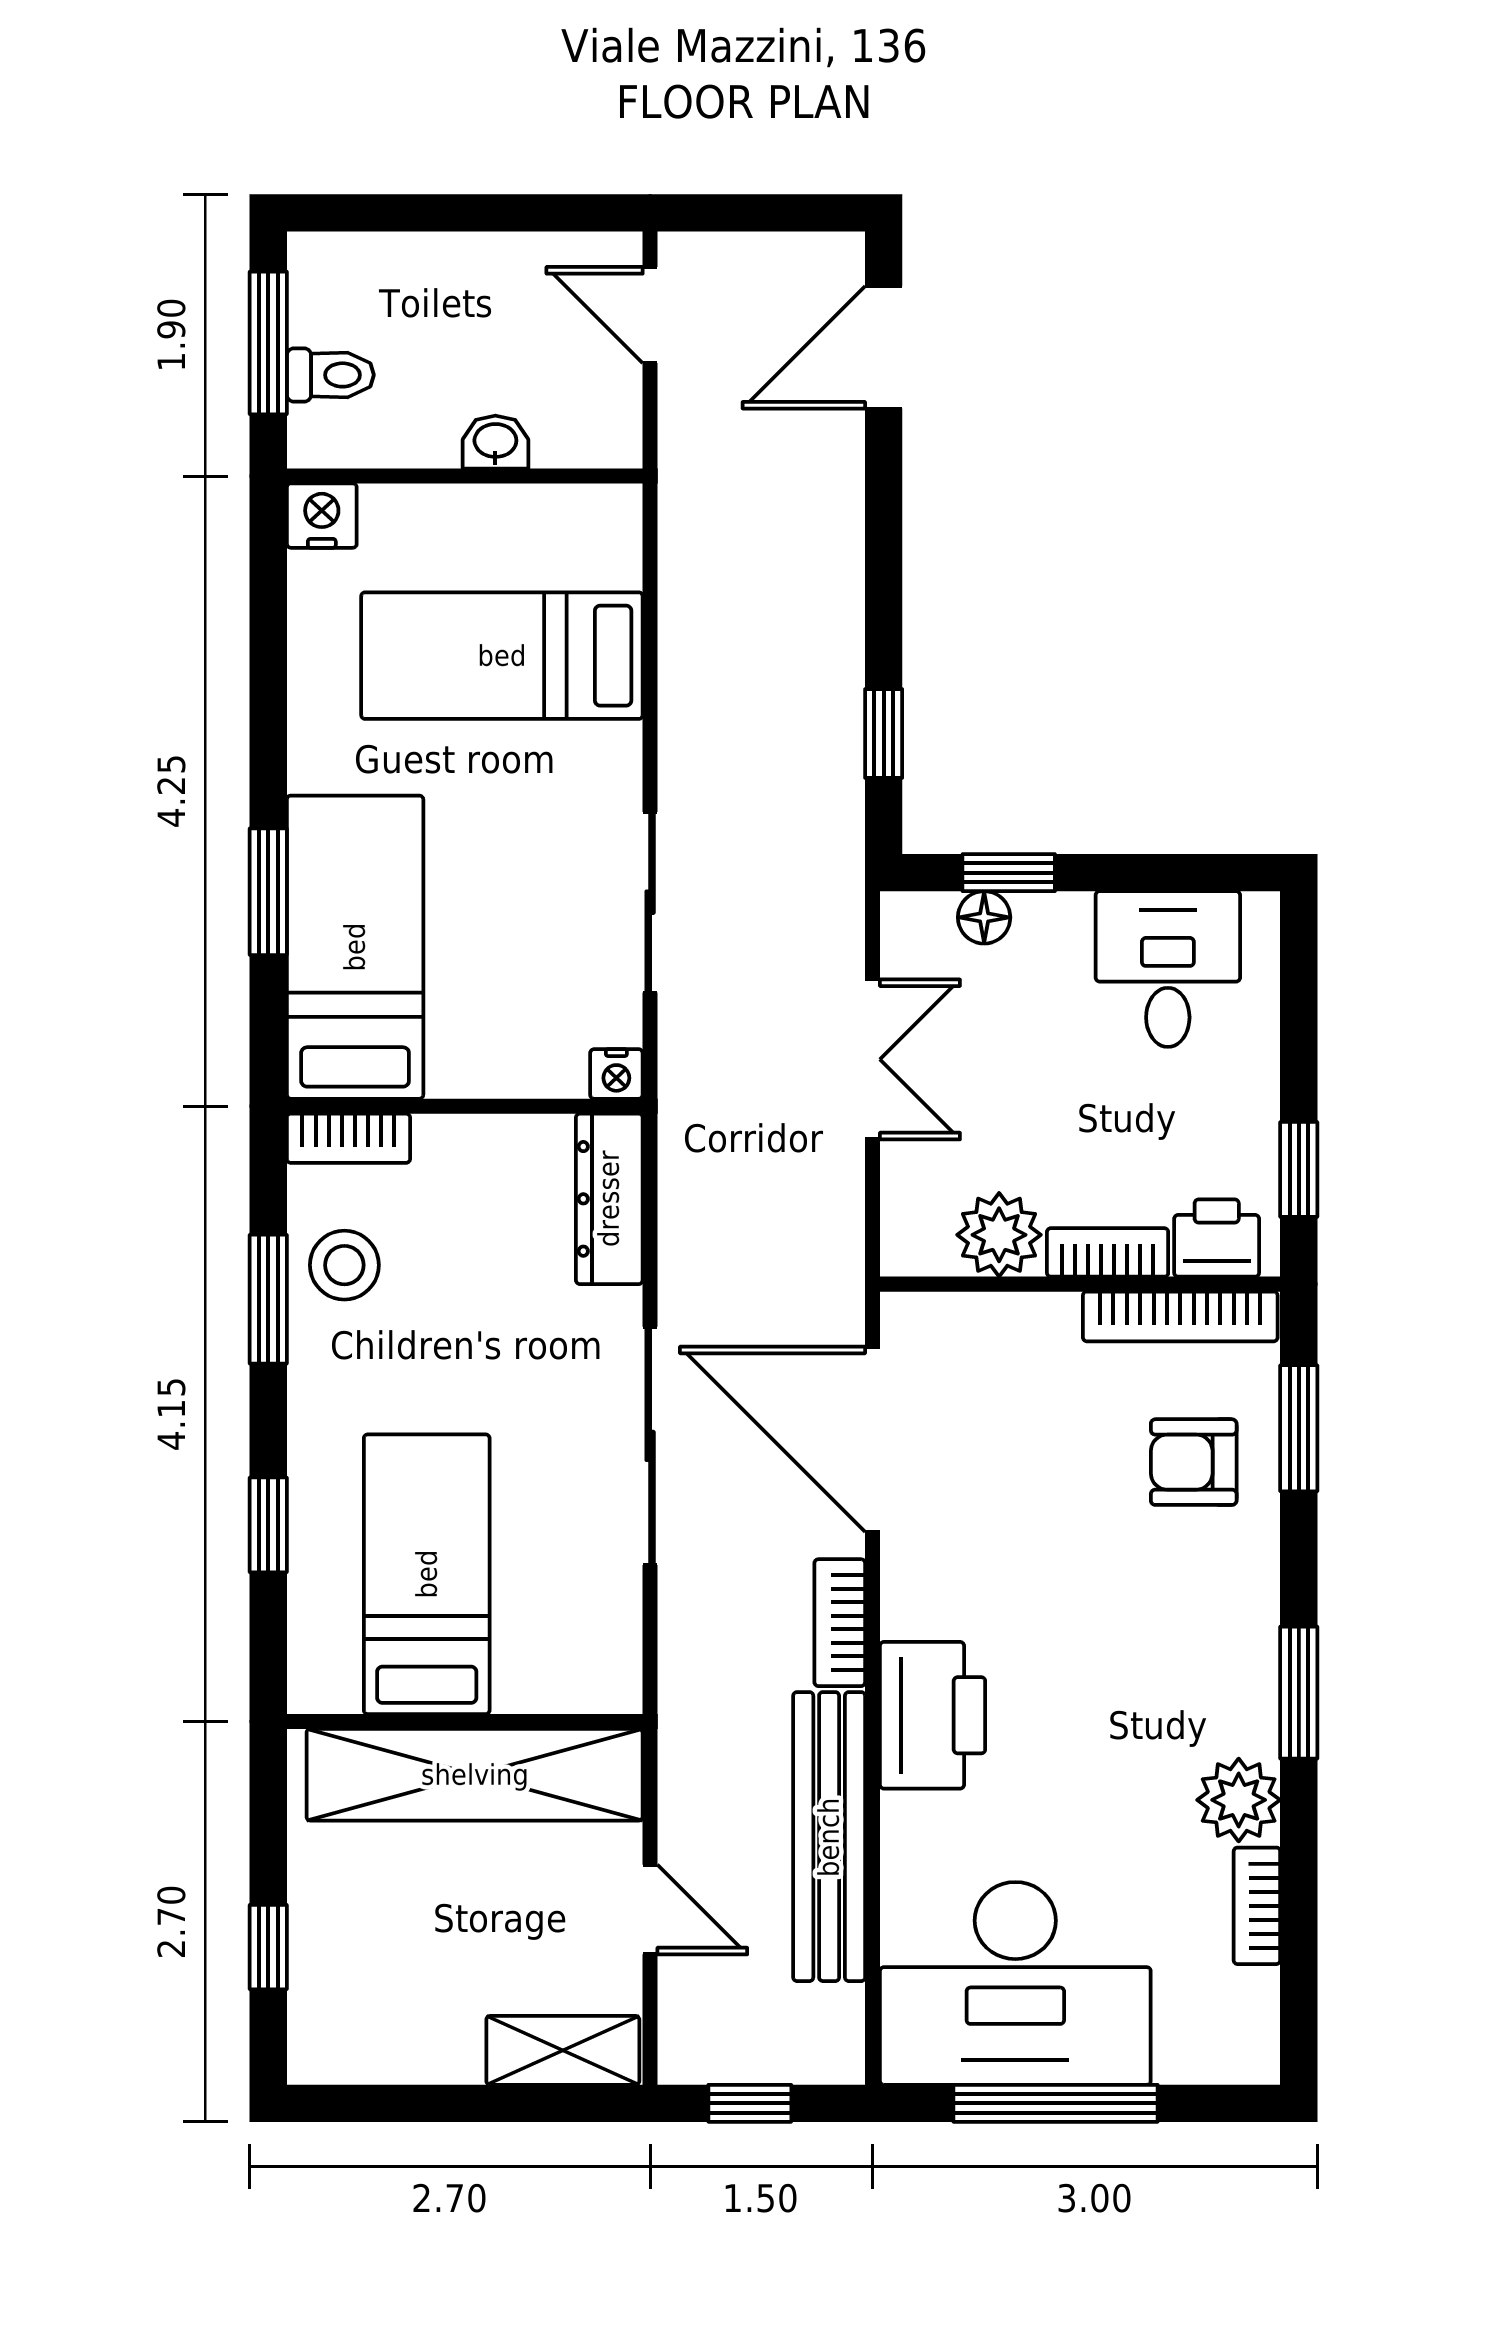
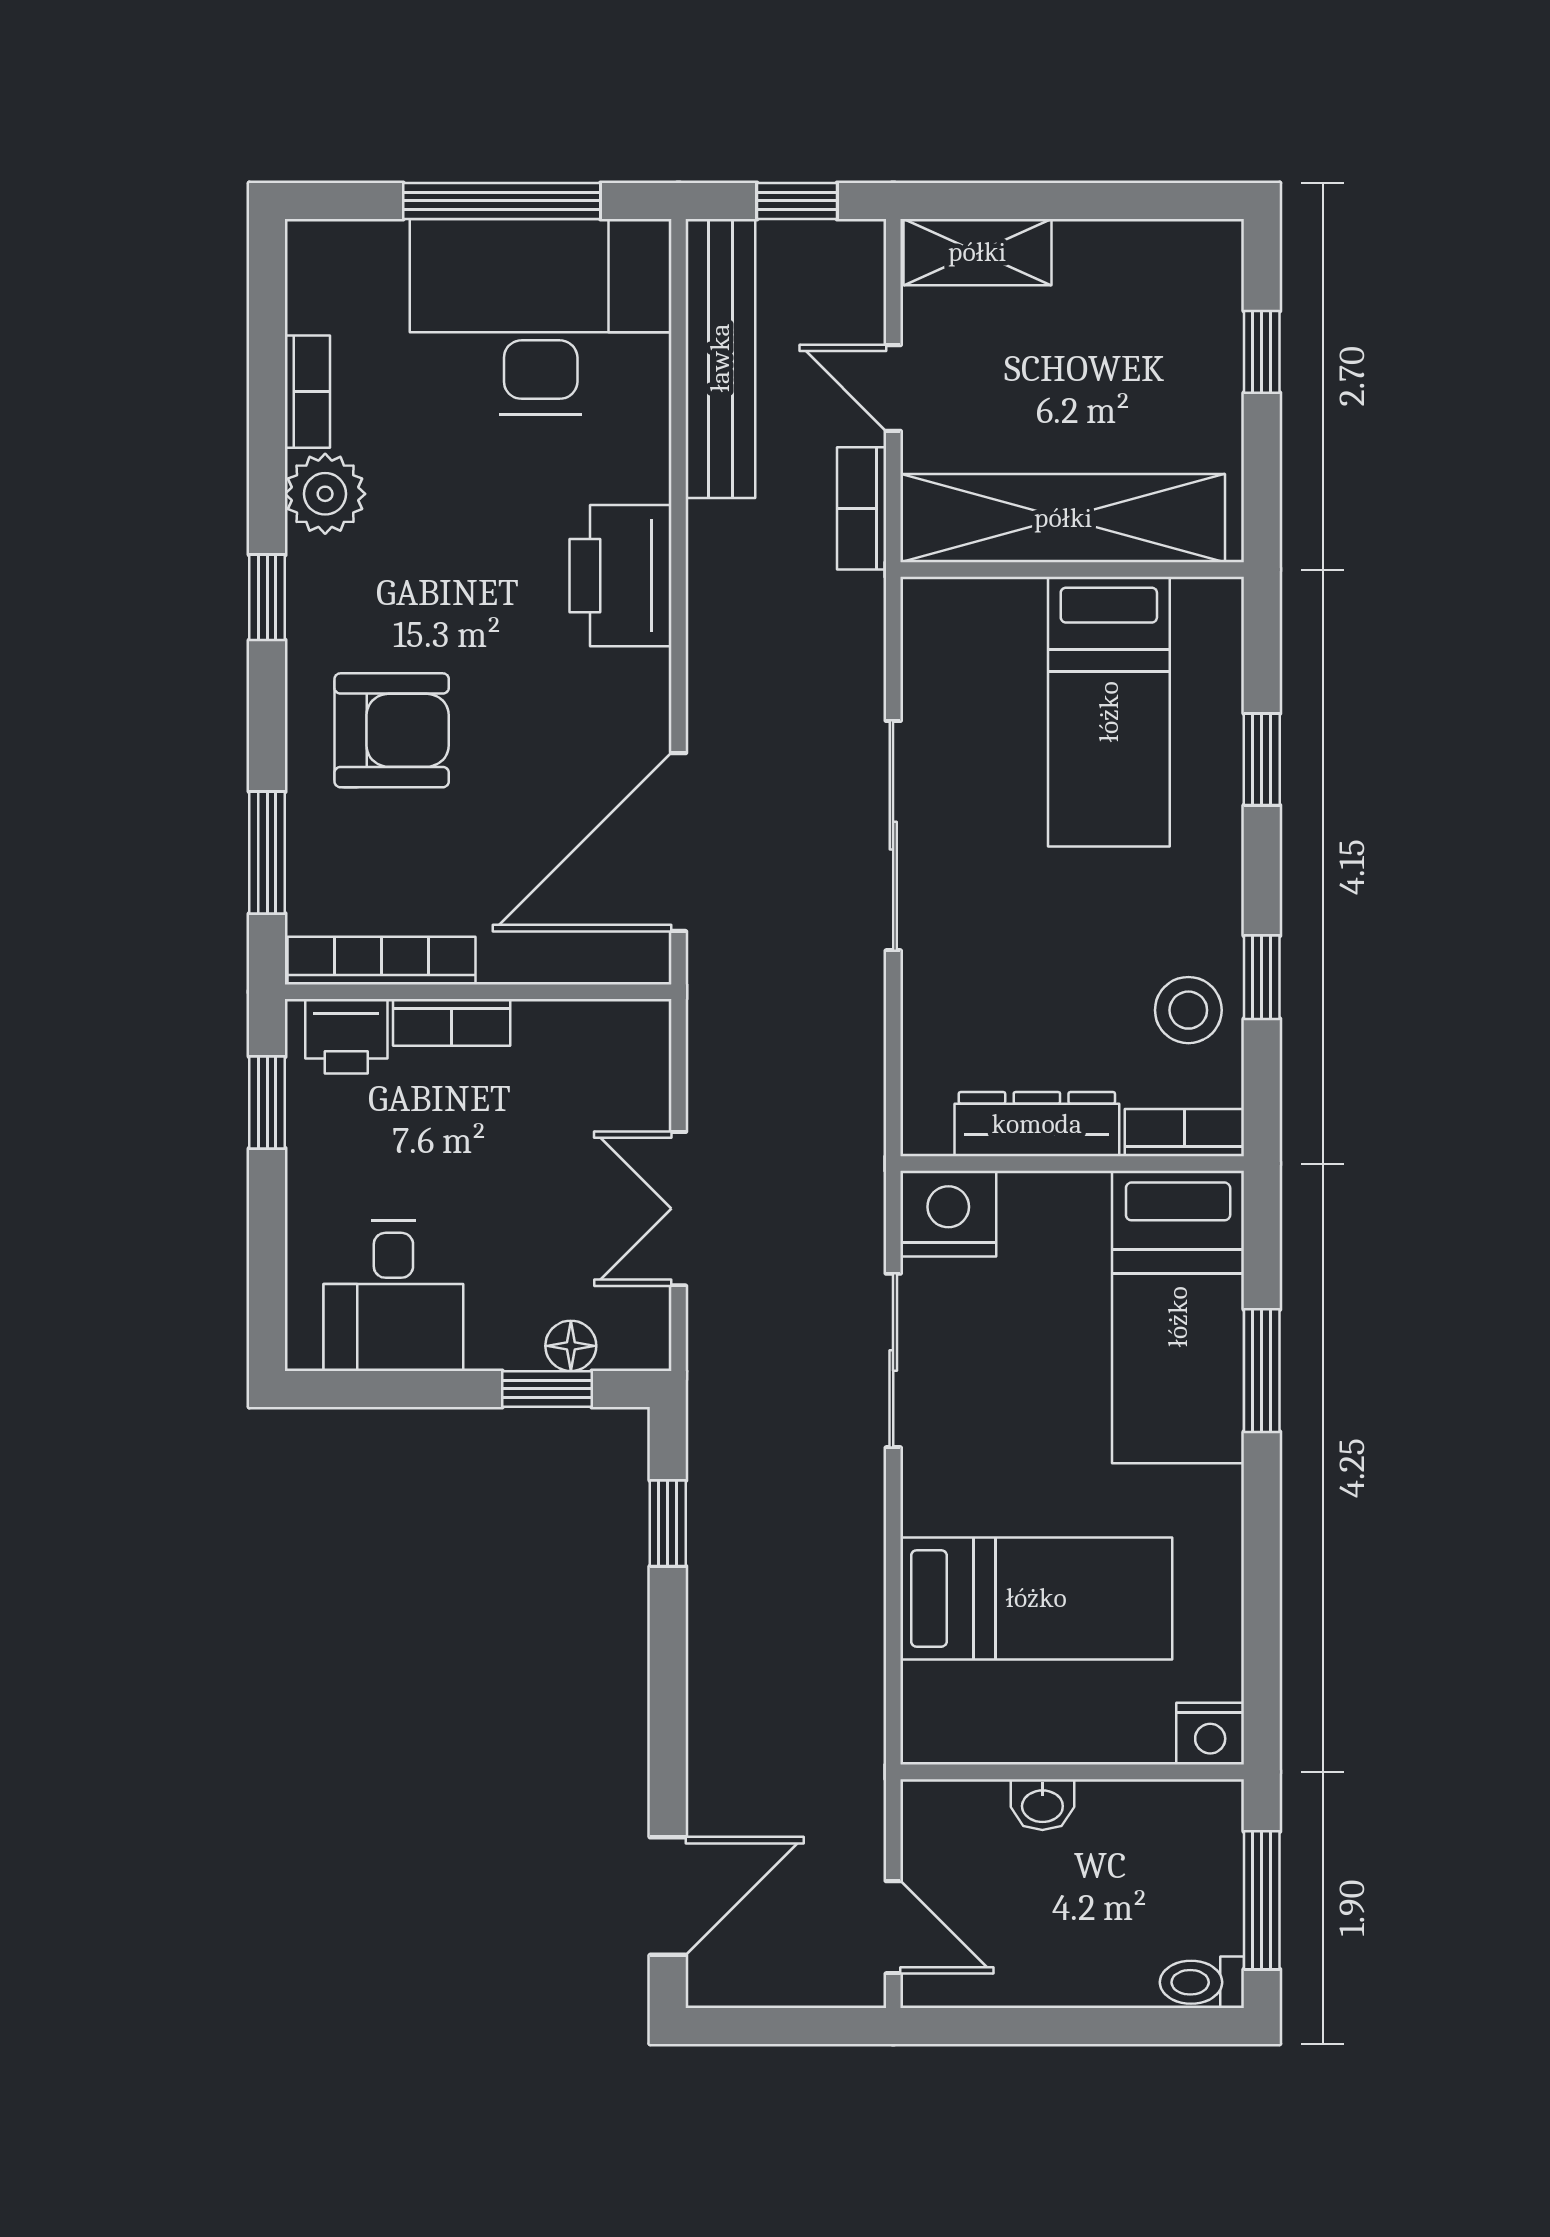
toilet: (330, 375) -> (1202, 1982), moved
nightstand: (616, 1074) -> (948, 1214), width x1.89, depth x1.79
dresser: (609, 1199) -> (1037, 1124), moved, turned -90
plant: (999, 1235) -> (556, 1039), removed
window: (268, 1299) -> (1262, 977), width x0.67
door: (872, 1439) -> (679, 842), swing flipped
armchair: (1194, 1462) -> (392, 730), moved, width x1.38, depth x1.38
bookcase: (840, 1623) -> (862, 508), moved, turned 180
window: (1299, 1693) -> (267, 597), width x0.67
bench: (829, 1837) -> (720, 358), moved

